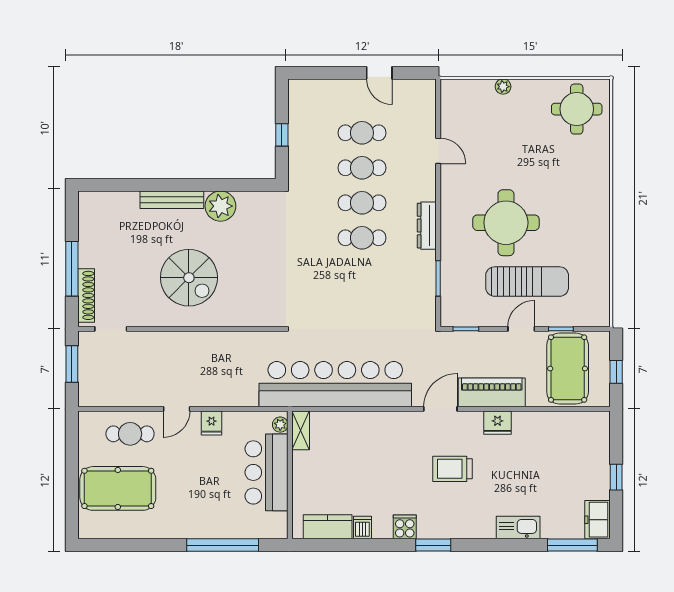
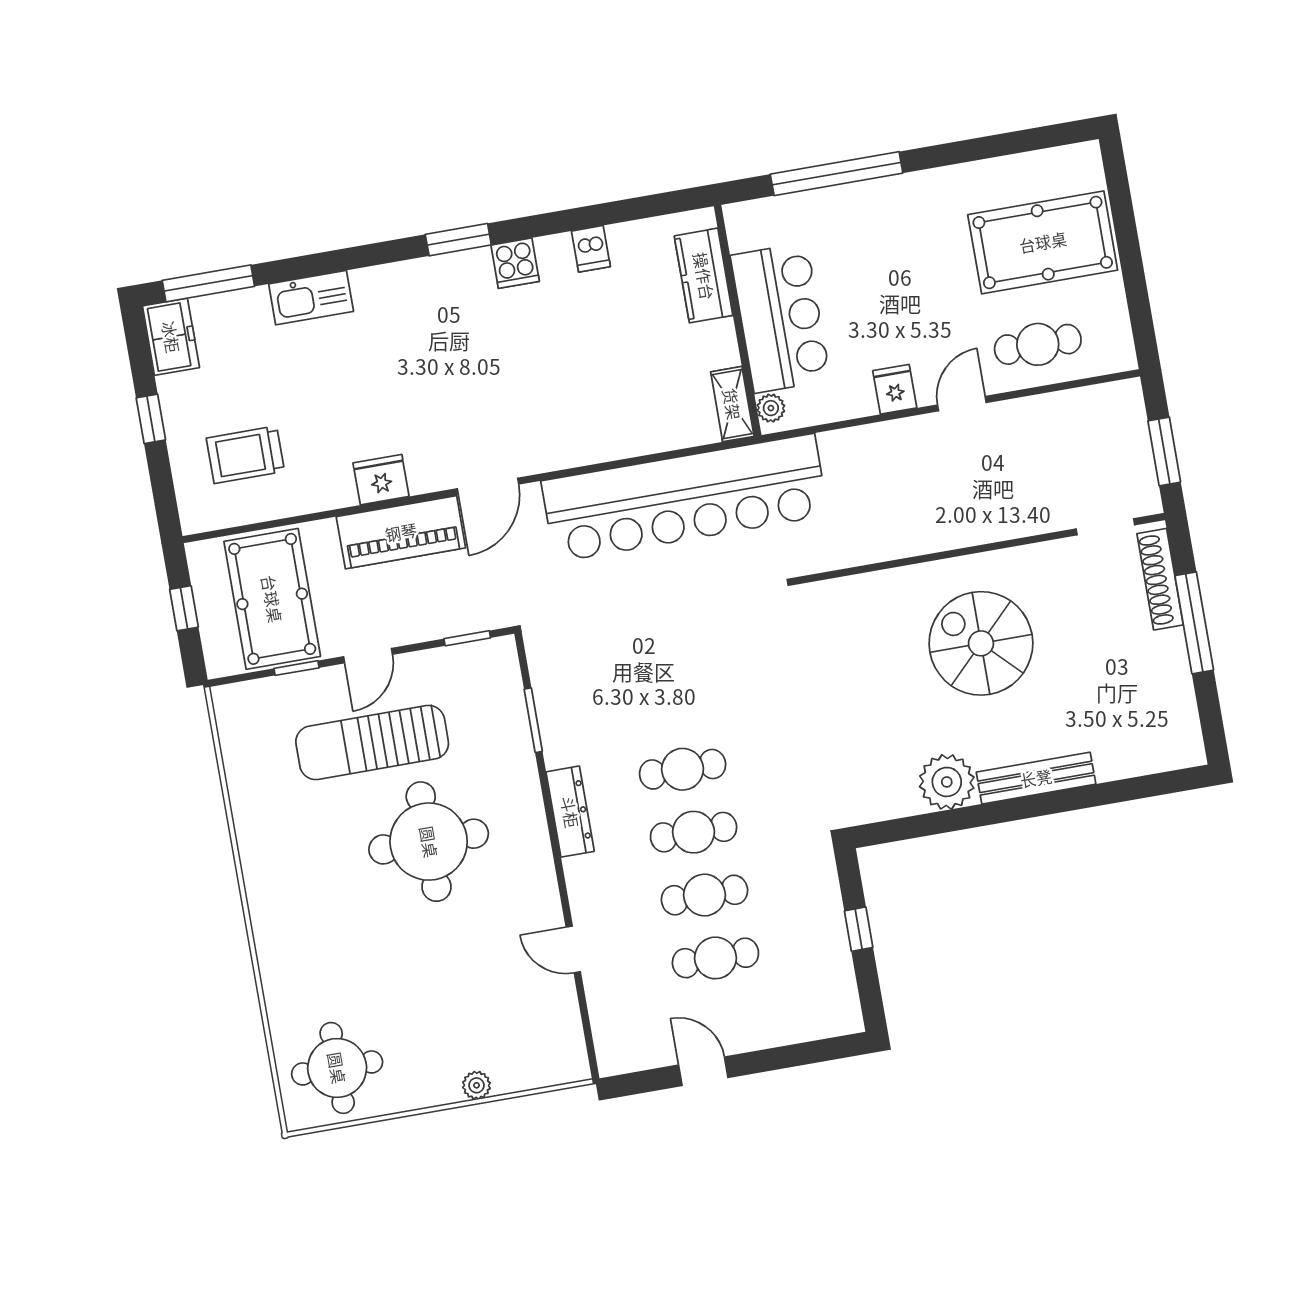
trolley: (452, 469) -> (245, 455), moved, turned 180
kitchen counter: (328, 527) -> (704, 276), moved, turned 90

